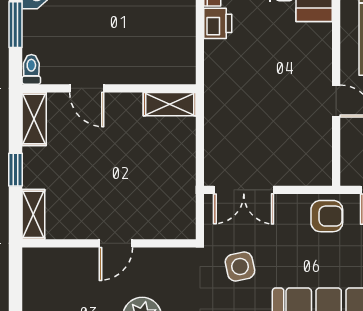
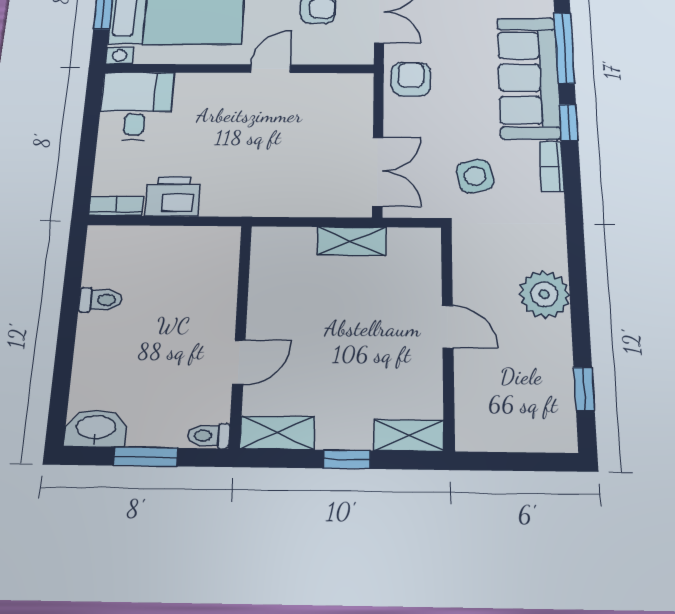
printer: (218, 23) -> (173, 196), width x1.36, depth x1.24
shelving: (170, 104) -> (352, 241), moved, turned 90

